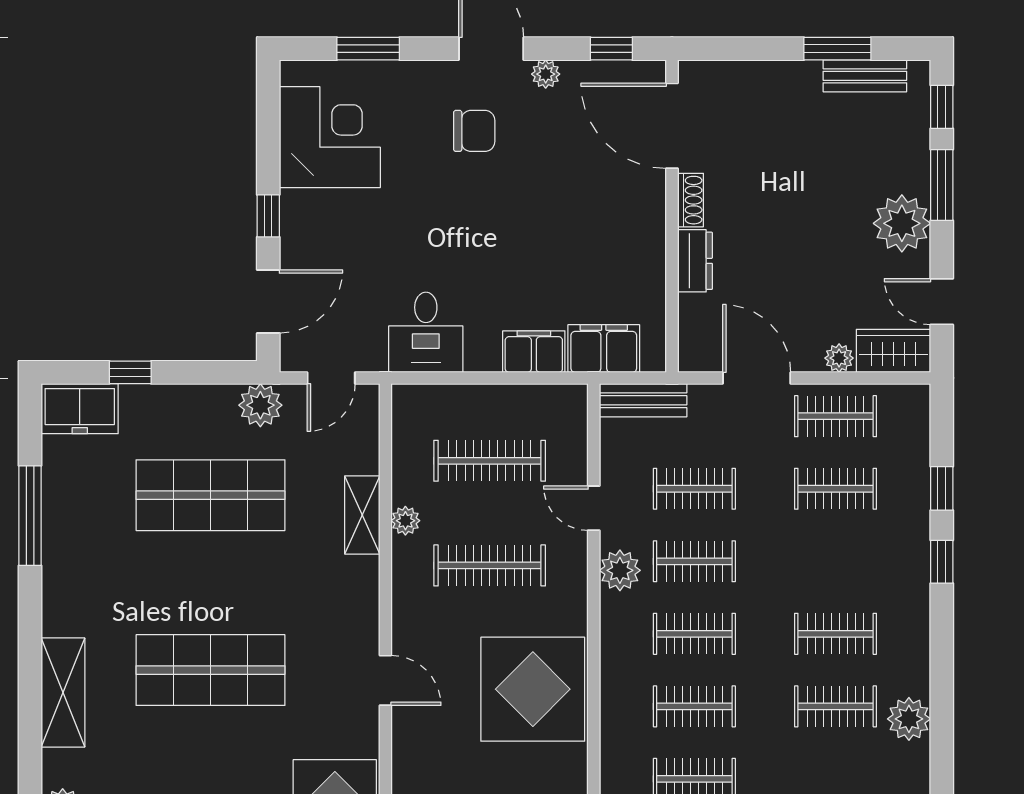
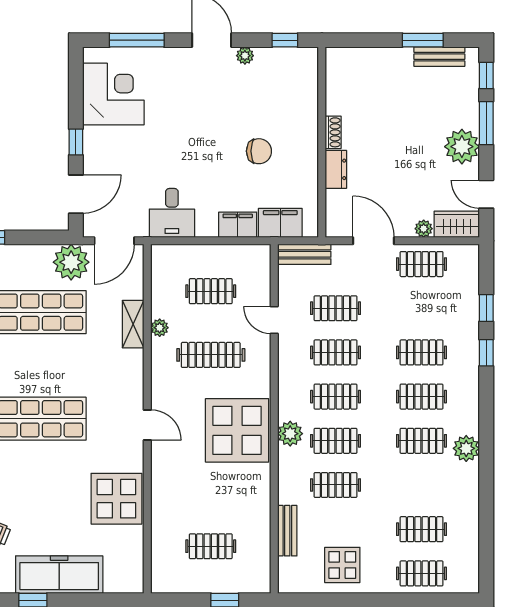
window: (368, 49) -> (137, 40), width x1.44
door: (672, 126) -> (322, 87), removed
chair: (474, 131) -> (259, 151), moved
door: (331, 378) -> (114, 241), width x1.38
plant: (260, 405) -> (71, 262), width x1.36, depth x1.36
clothes rail: (490, 461) -> (211, 291), width x0.73
clothes rail: (836, 489) -> (422, 352), moved
plant: (620, 570) -> (290, 434), moved

